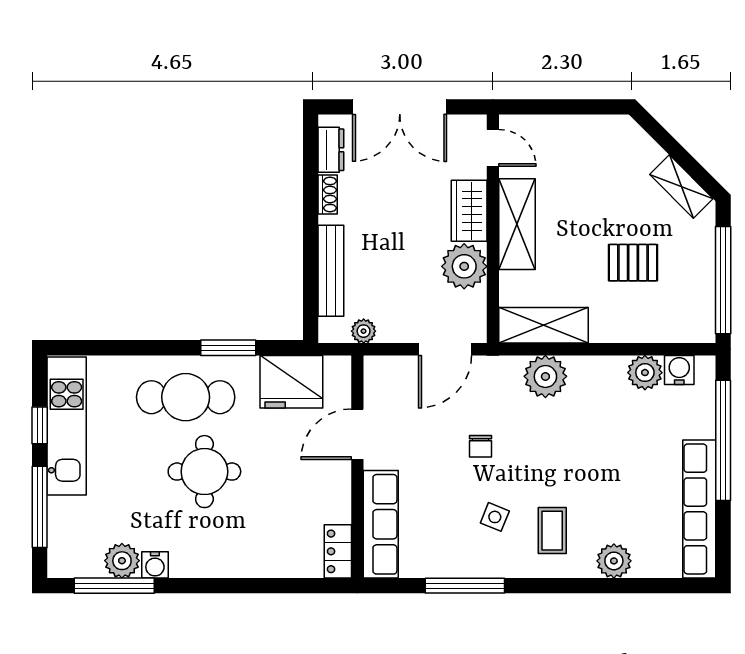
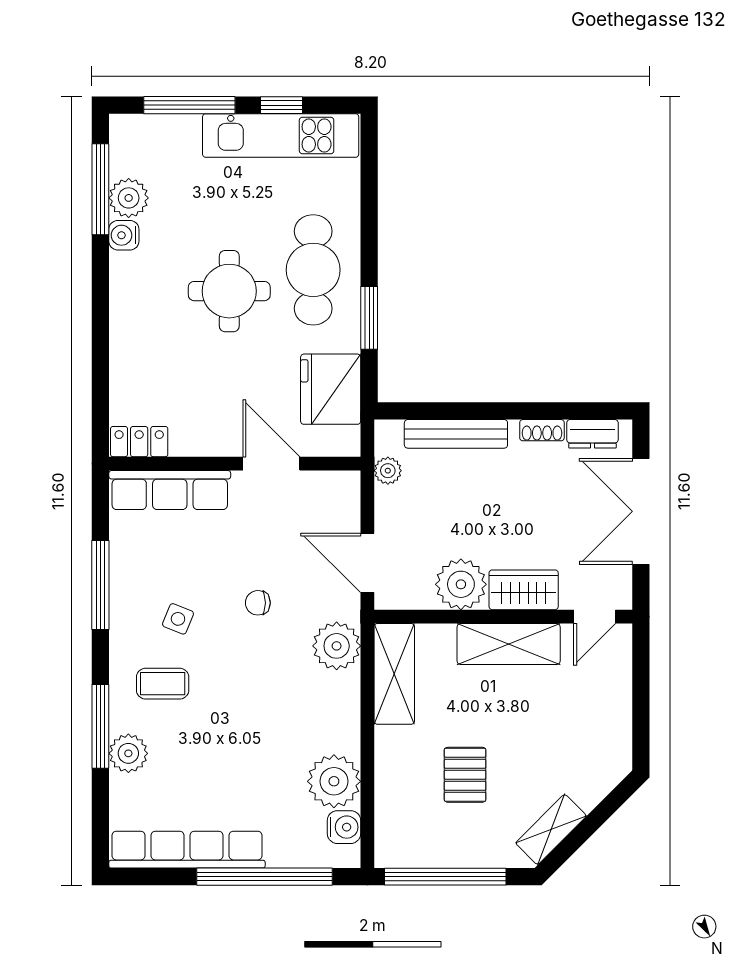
plant: (645, 373) -> (334, 781), width x1.36, depth x1.36
plant: (545, 376) -> (337, 646), moved
window: (590, 586) -> (100, 726), added

